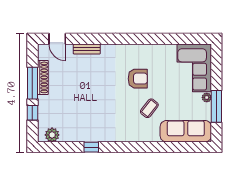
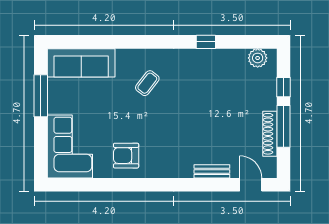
armchair: (138, 79) -> (126, 156), moved
plant: (207, 97) -> (54, 107), removed
coffee table: (149, 108) -> (147, 83), moved

